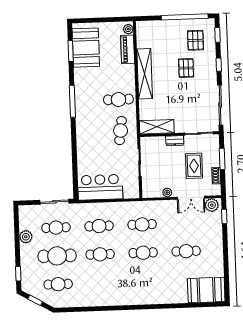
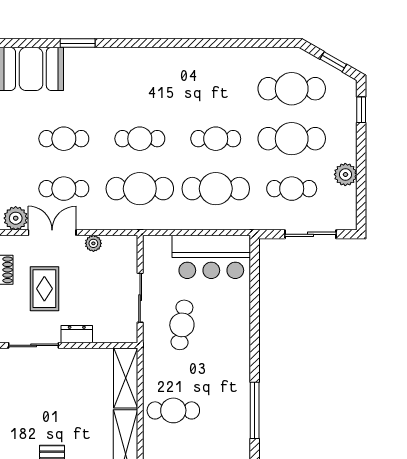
shelving: (157, 127) -> (126, 378), moved, turned 90
cafe table: (121, 131) -> (182, 325), moved
sliding door: (55, 202) -> (311, 234), moved
cafe table: (185, 223) -> (64, 189), added
cafe table: (142, 224) -> (140, 189), width x1.37, depth x1.35
cafe table: (99, 226) -> (216, 189), width x1.37, depth x1.35
cafe table: (58, 284) -> (292, 89), width x1.37, depth x1.35
window: (180, 306) -> (78, 43), added

